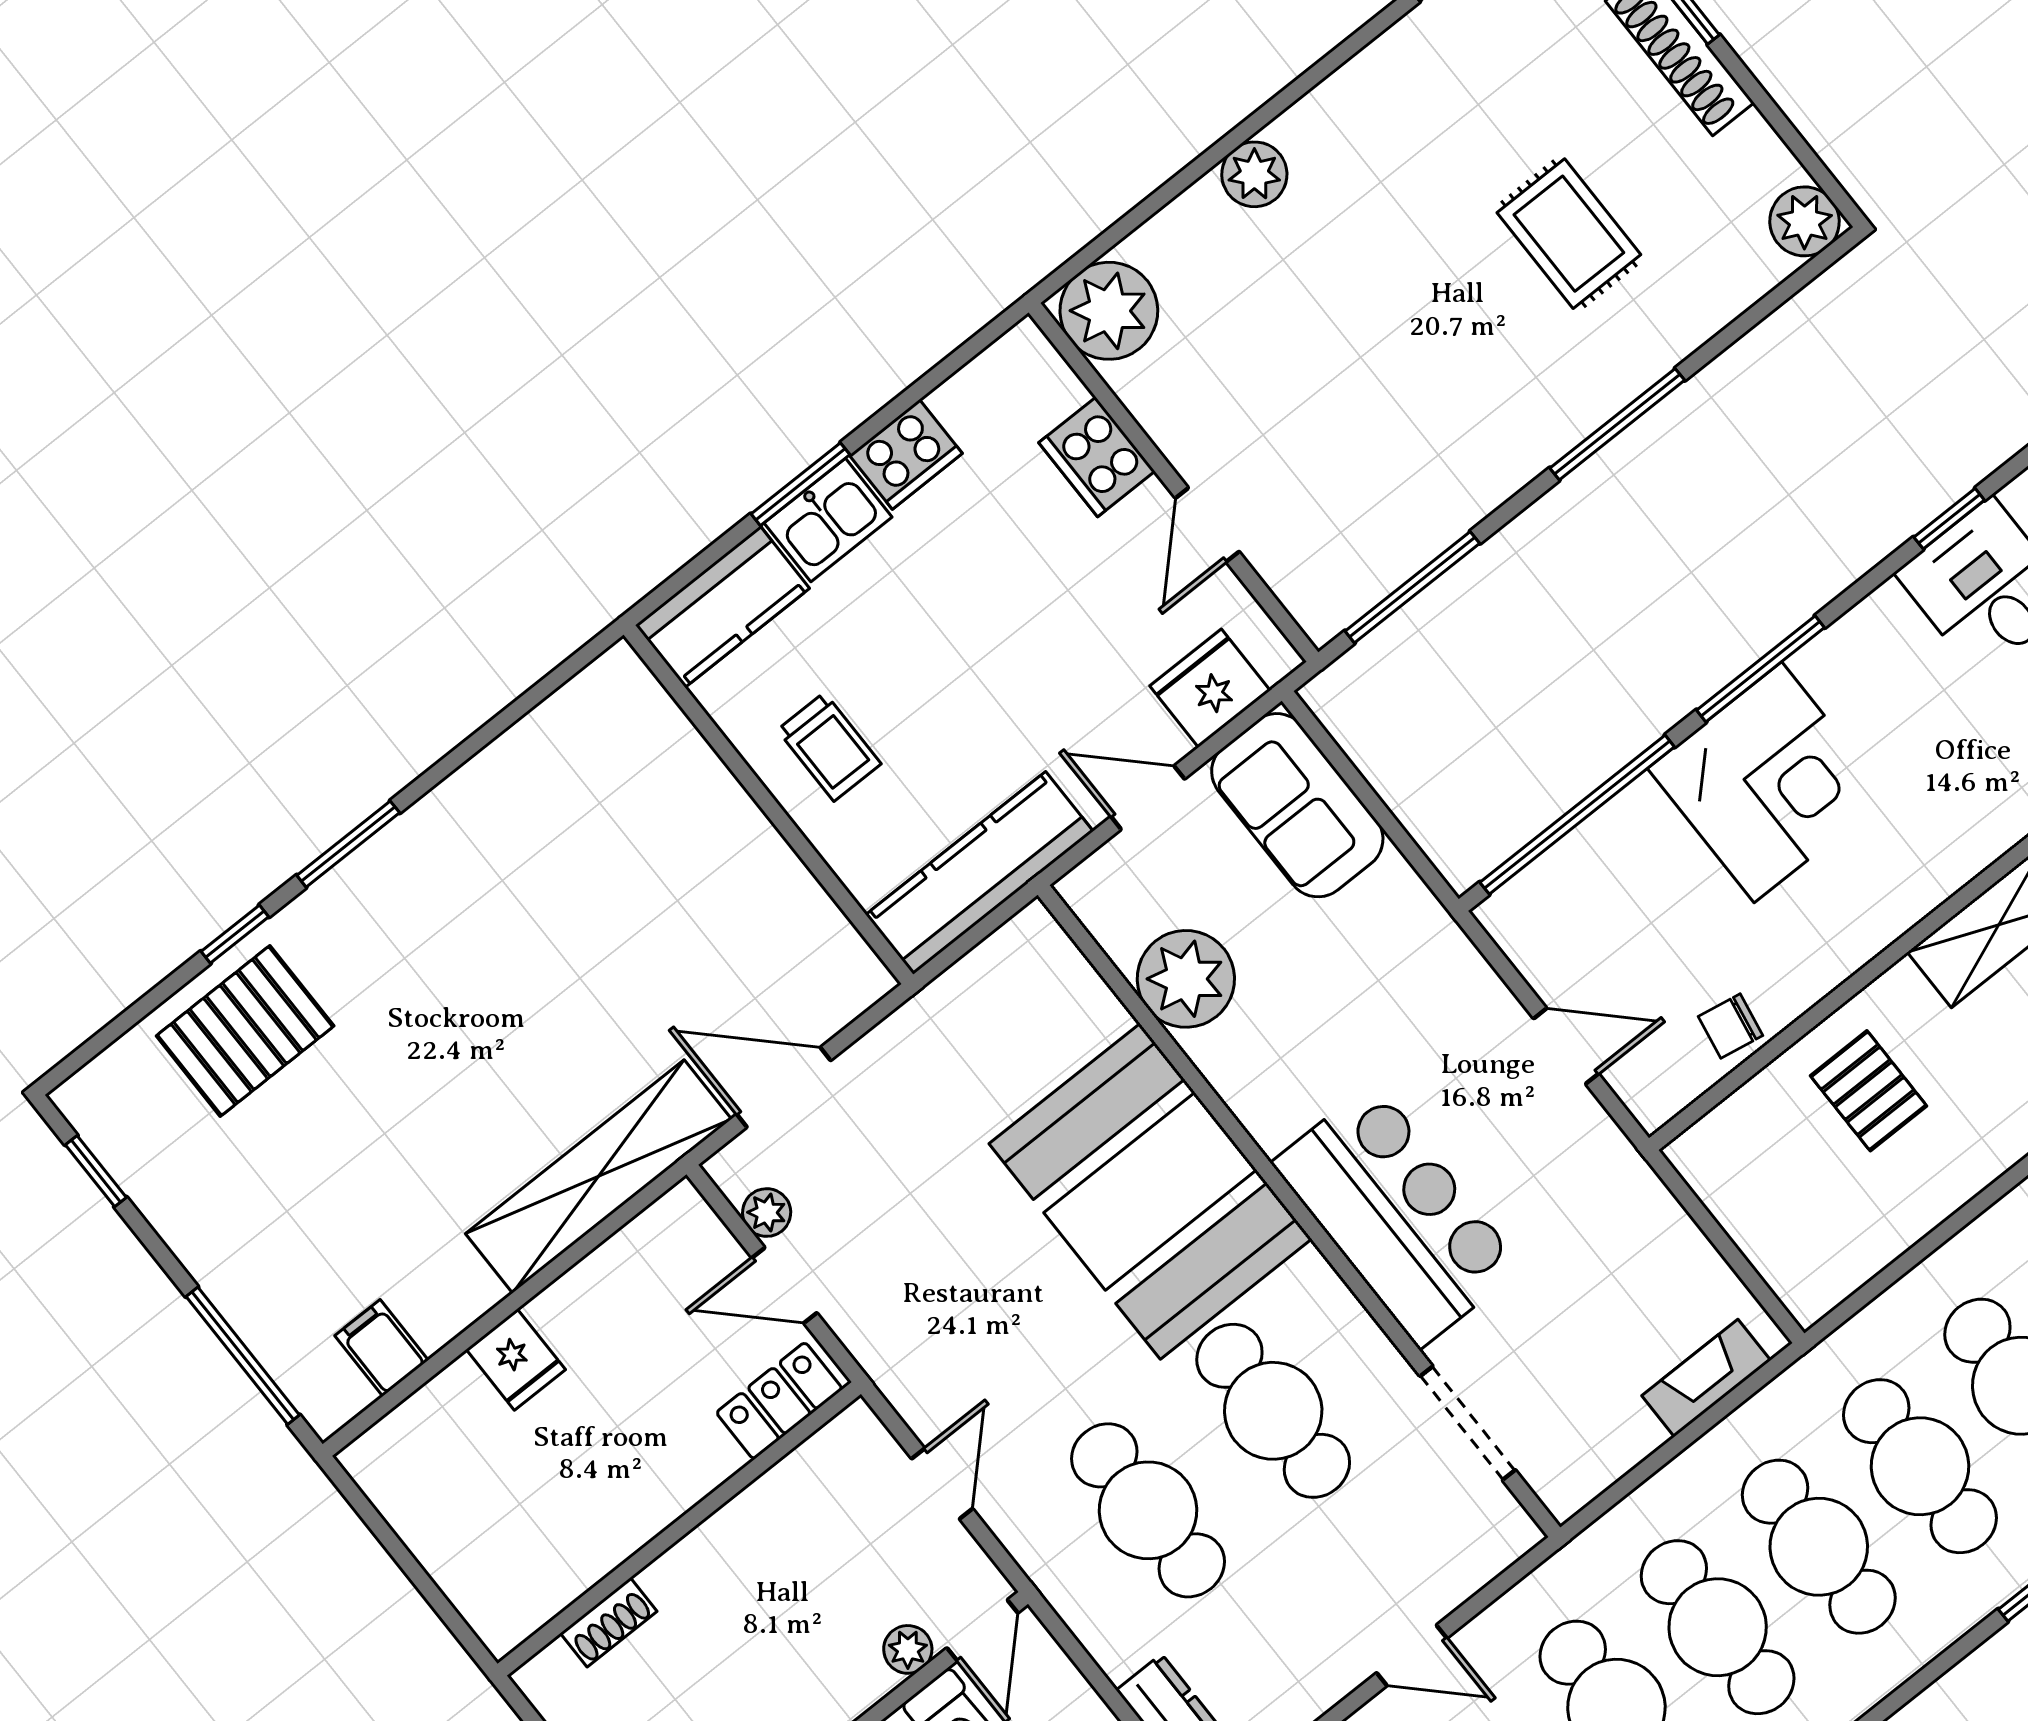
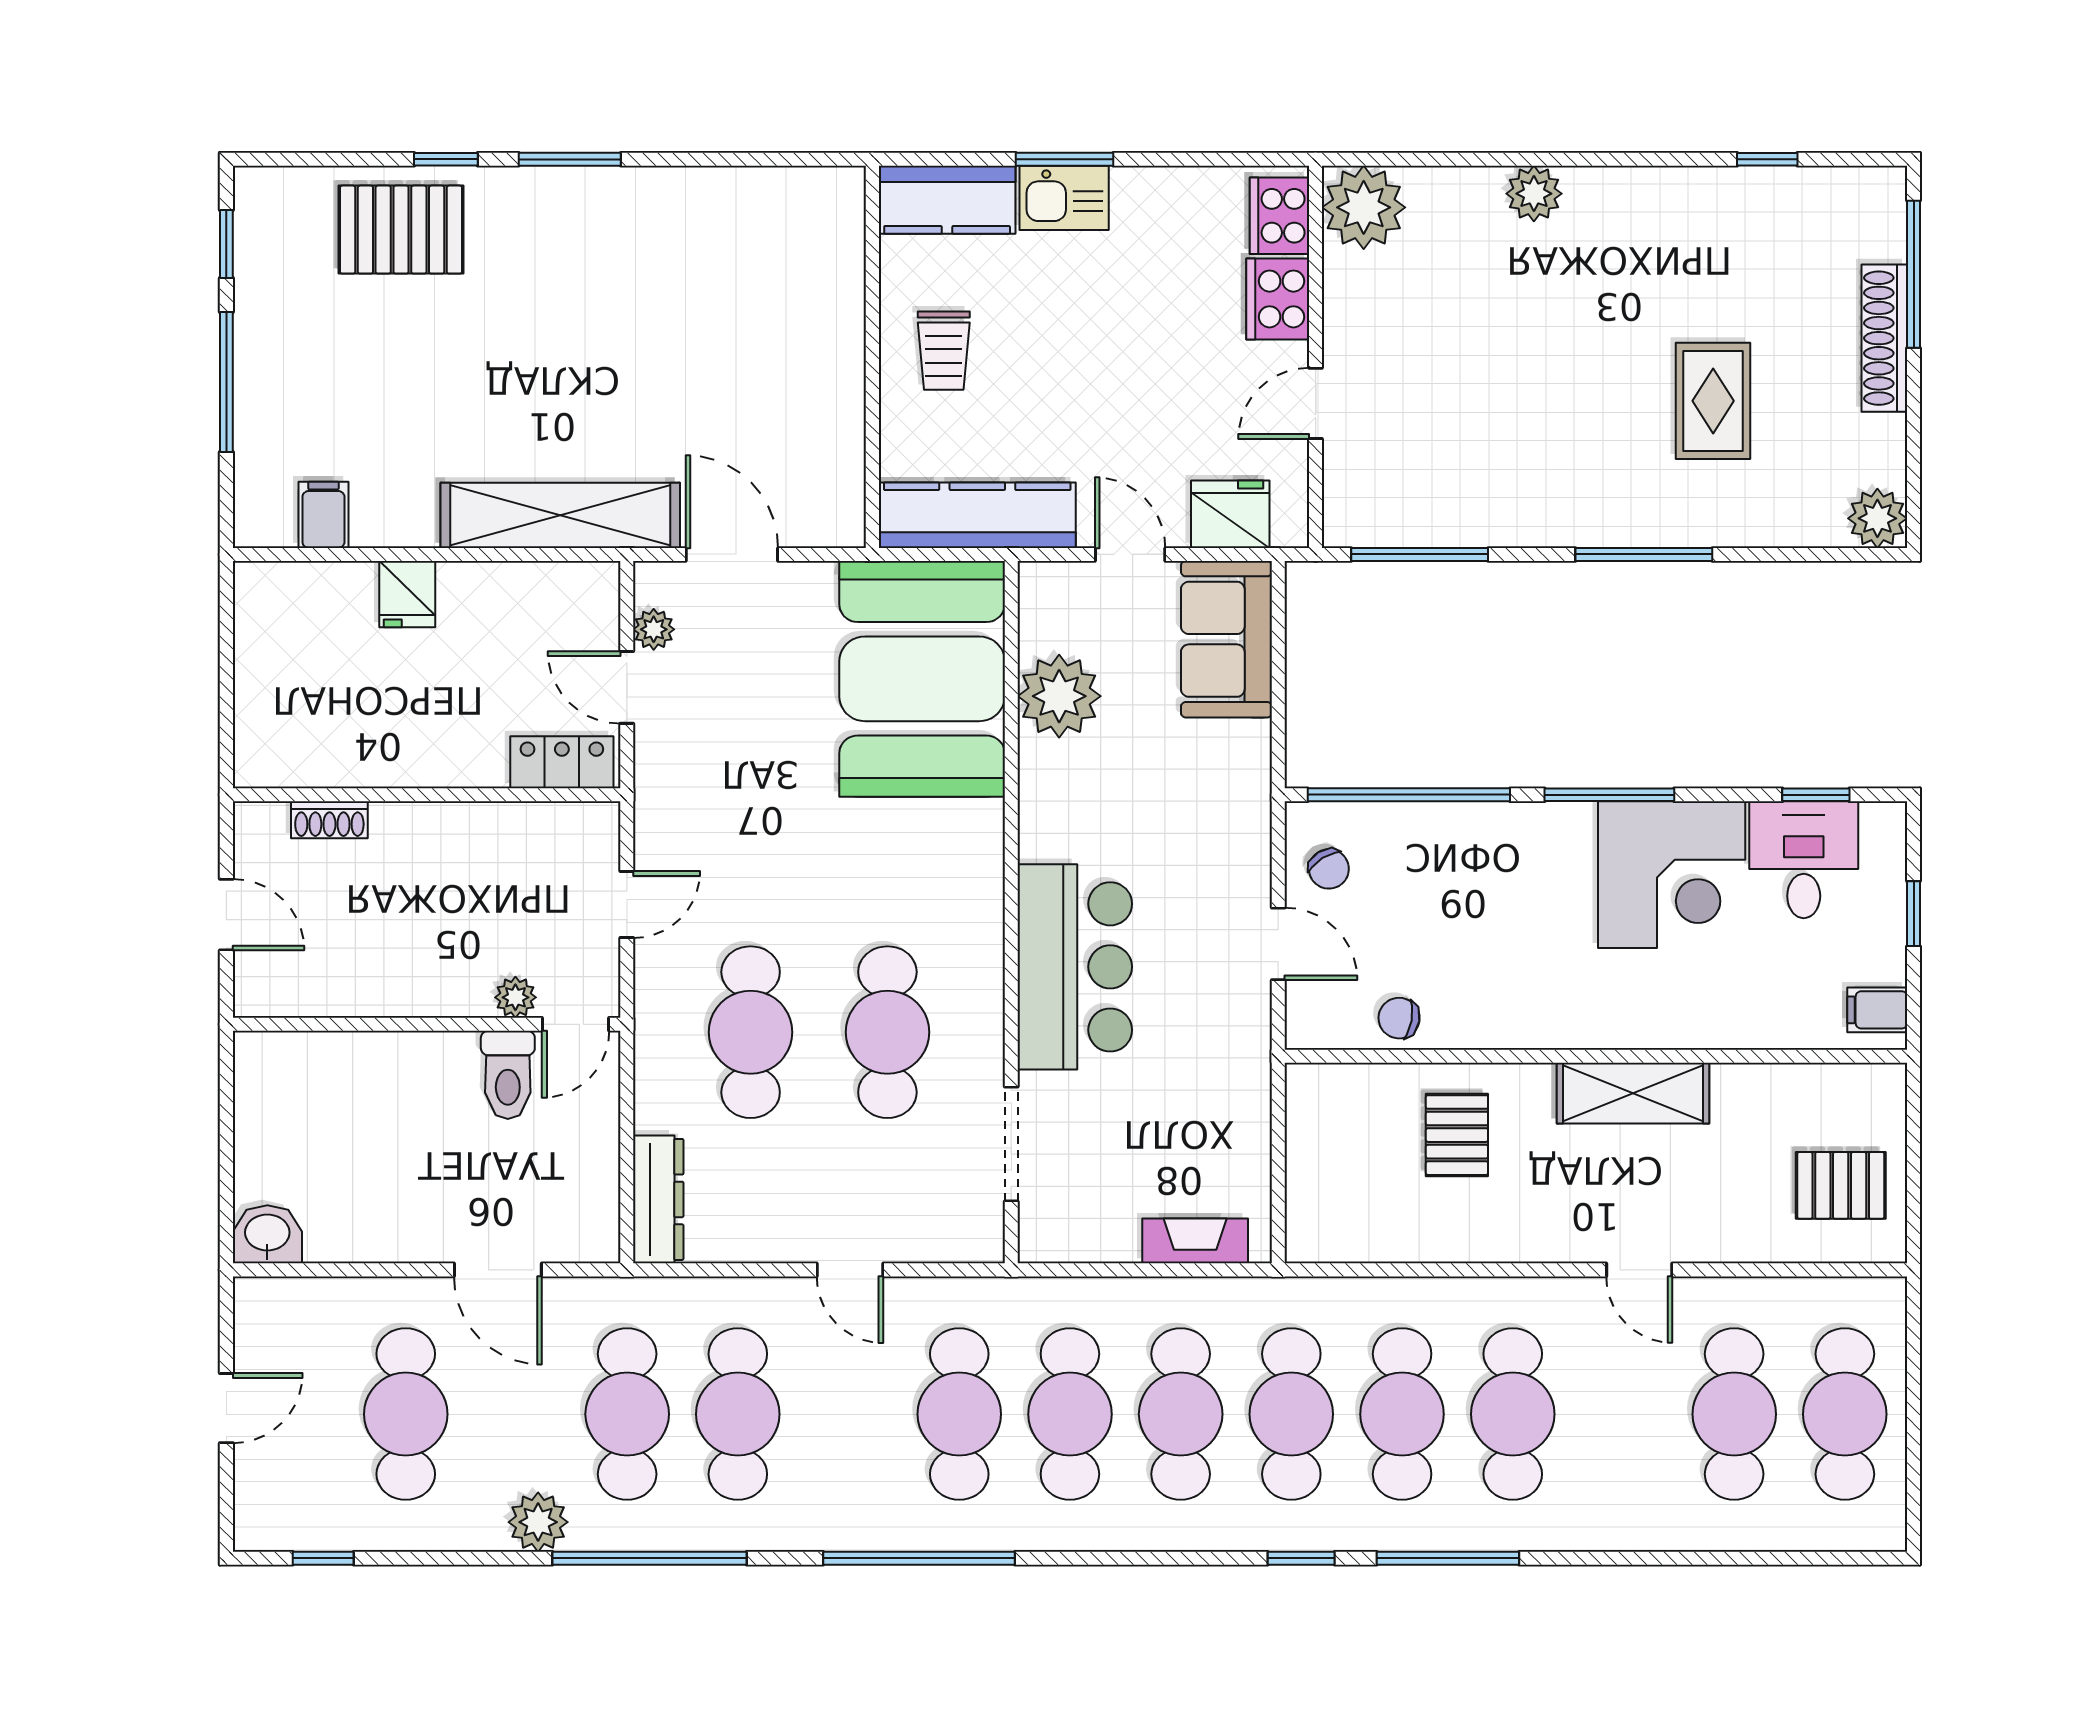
cooker: (906, 454) -> (1279, 216), moved, turned 90
corner desk: (1768, 782) -> (1672, 875), moved
chair: (1558, 941) -> (1329, 869), added
booth: (1150, 1191) -> (922, 679), moved
window: (243, 1356) -> (226, 382), moved

